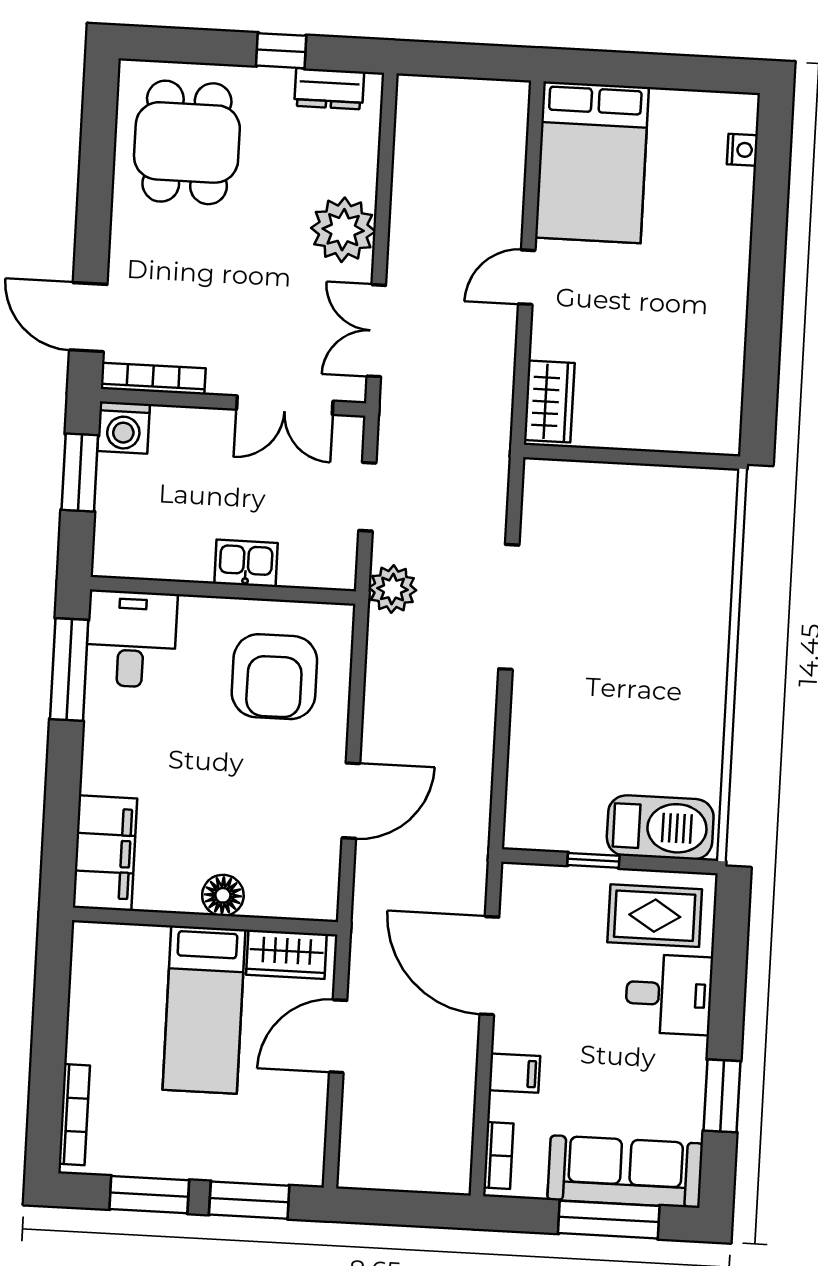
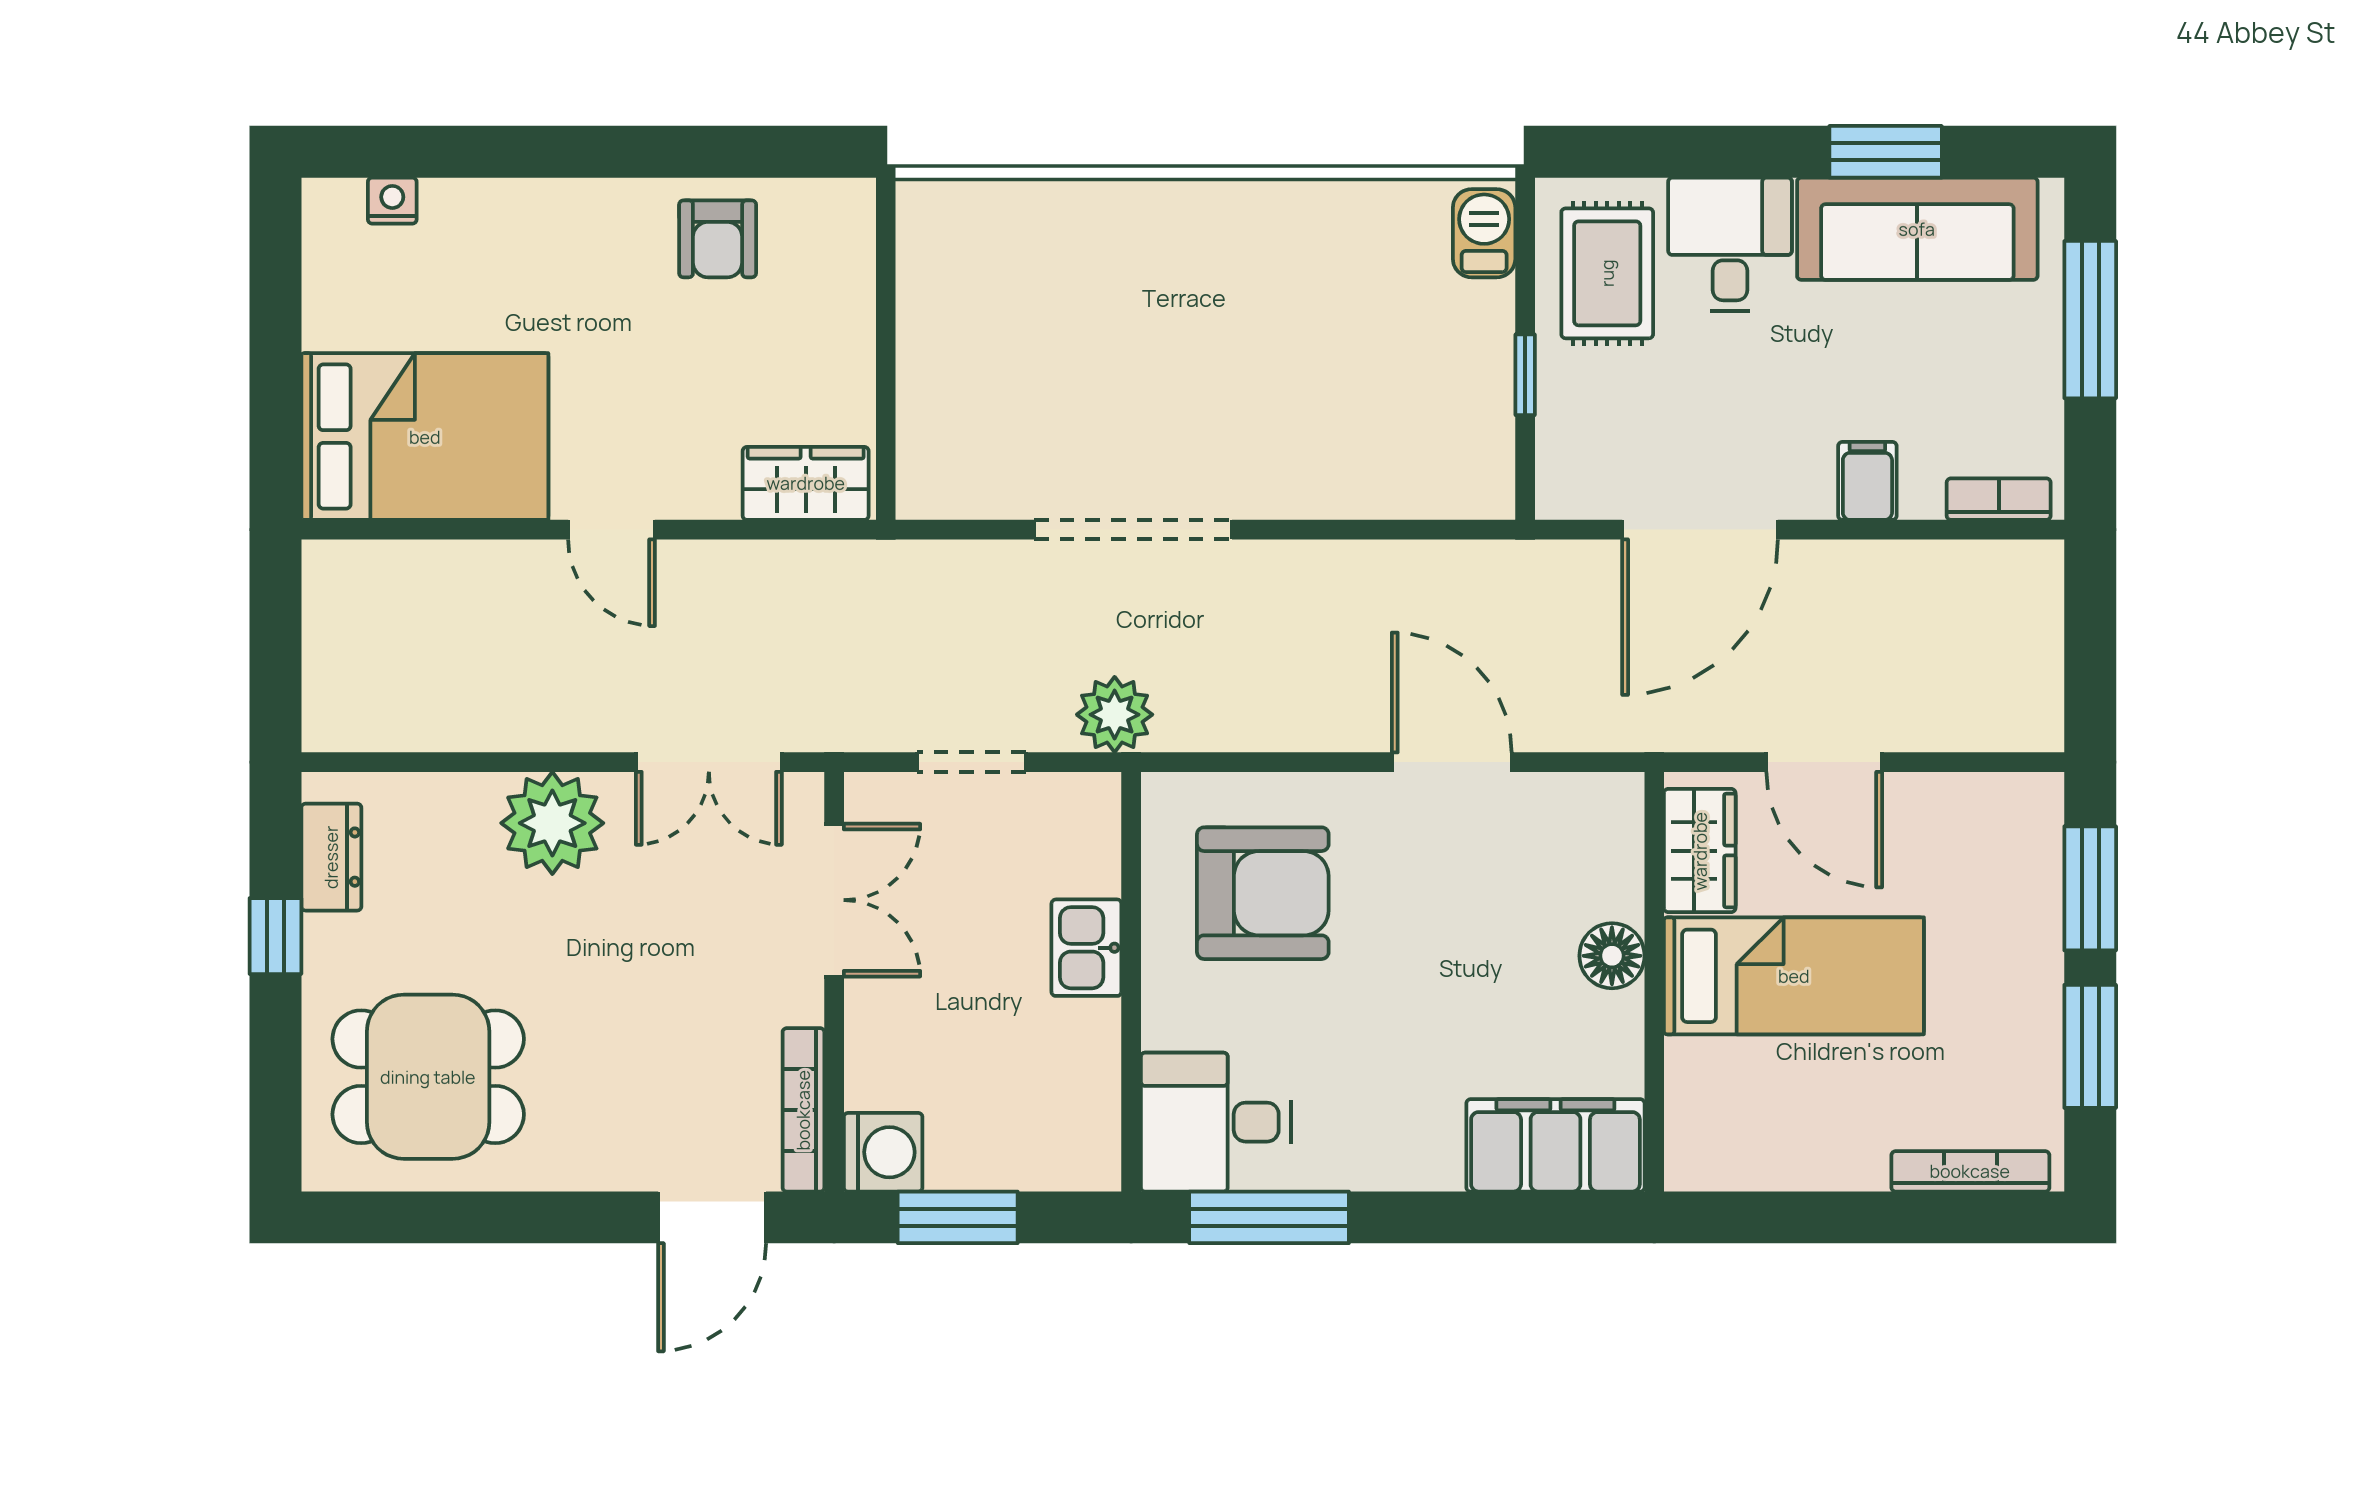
armchair: (707, 354) -> (718, 239), added
barbecue: (660, 827) -> (1484, 233), width x0.53, depth x0.65
sofa: (625, 1172) -> (1917, 229), moved, turned -90

